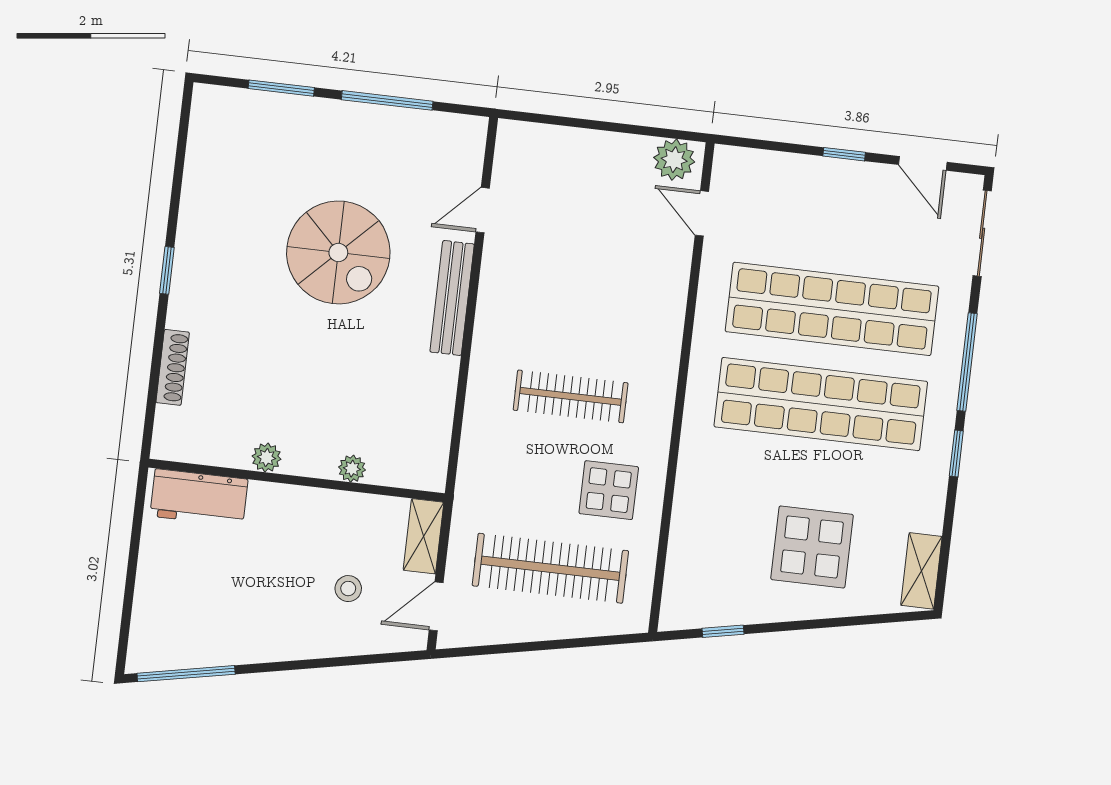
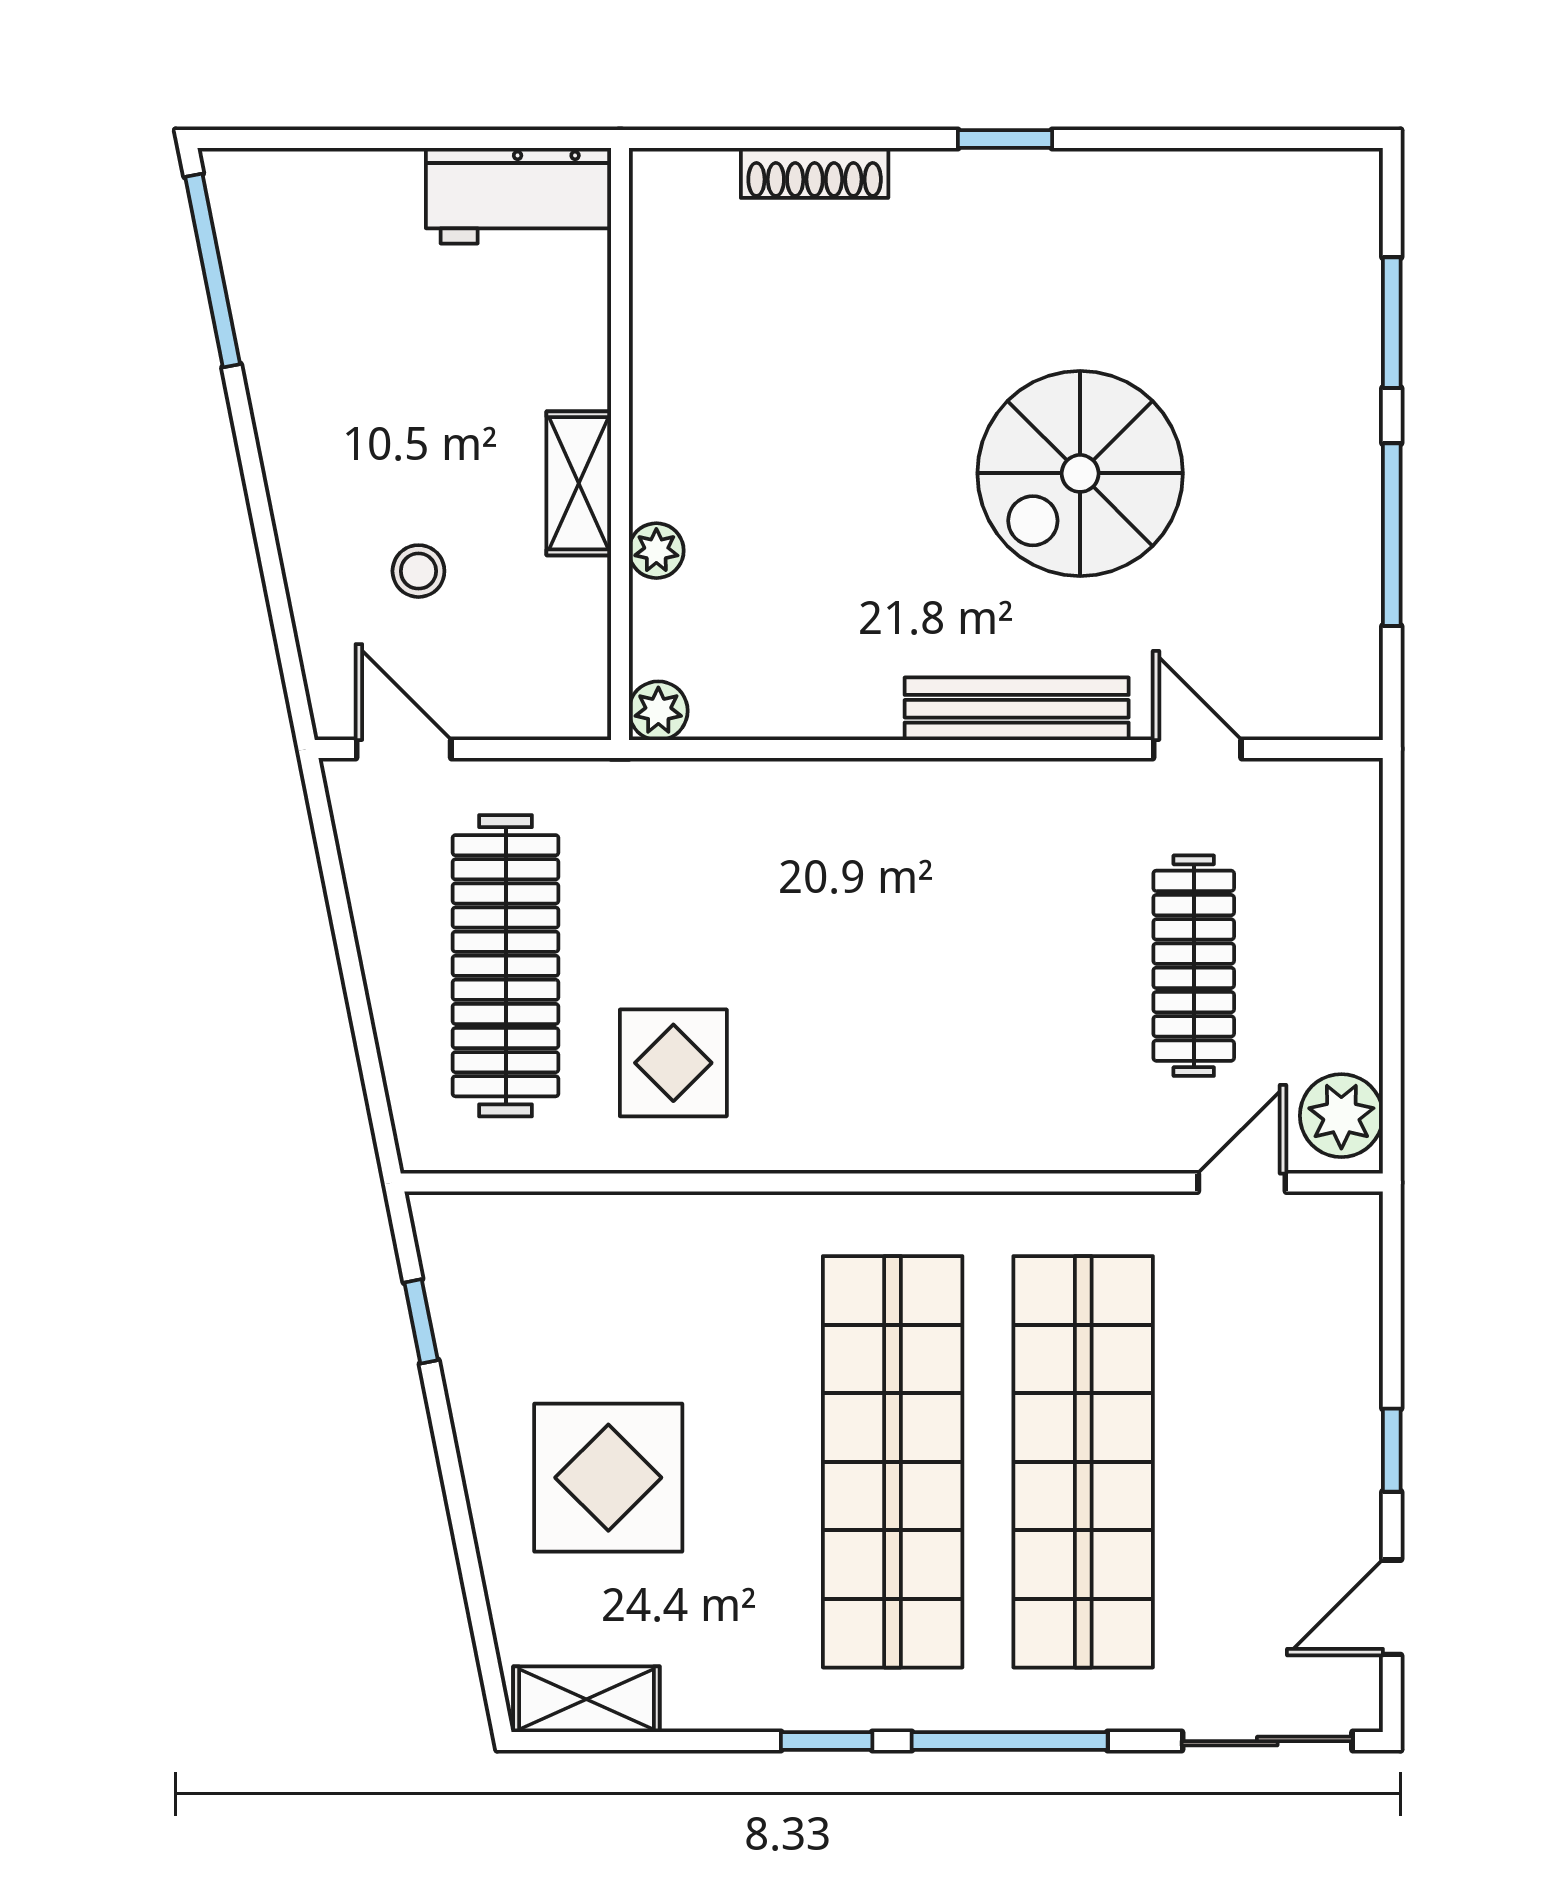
clothes rail: (571, 396) -> (1194, 966), moved
plant: (266, 458) -> (658, 711), moved
workbench: (199, 498) -> (518, 196), moved, turned -90
shelving: (424, 536) -> (579, 483), moved, turned 90

